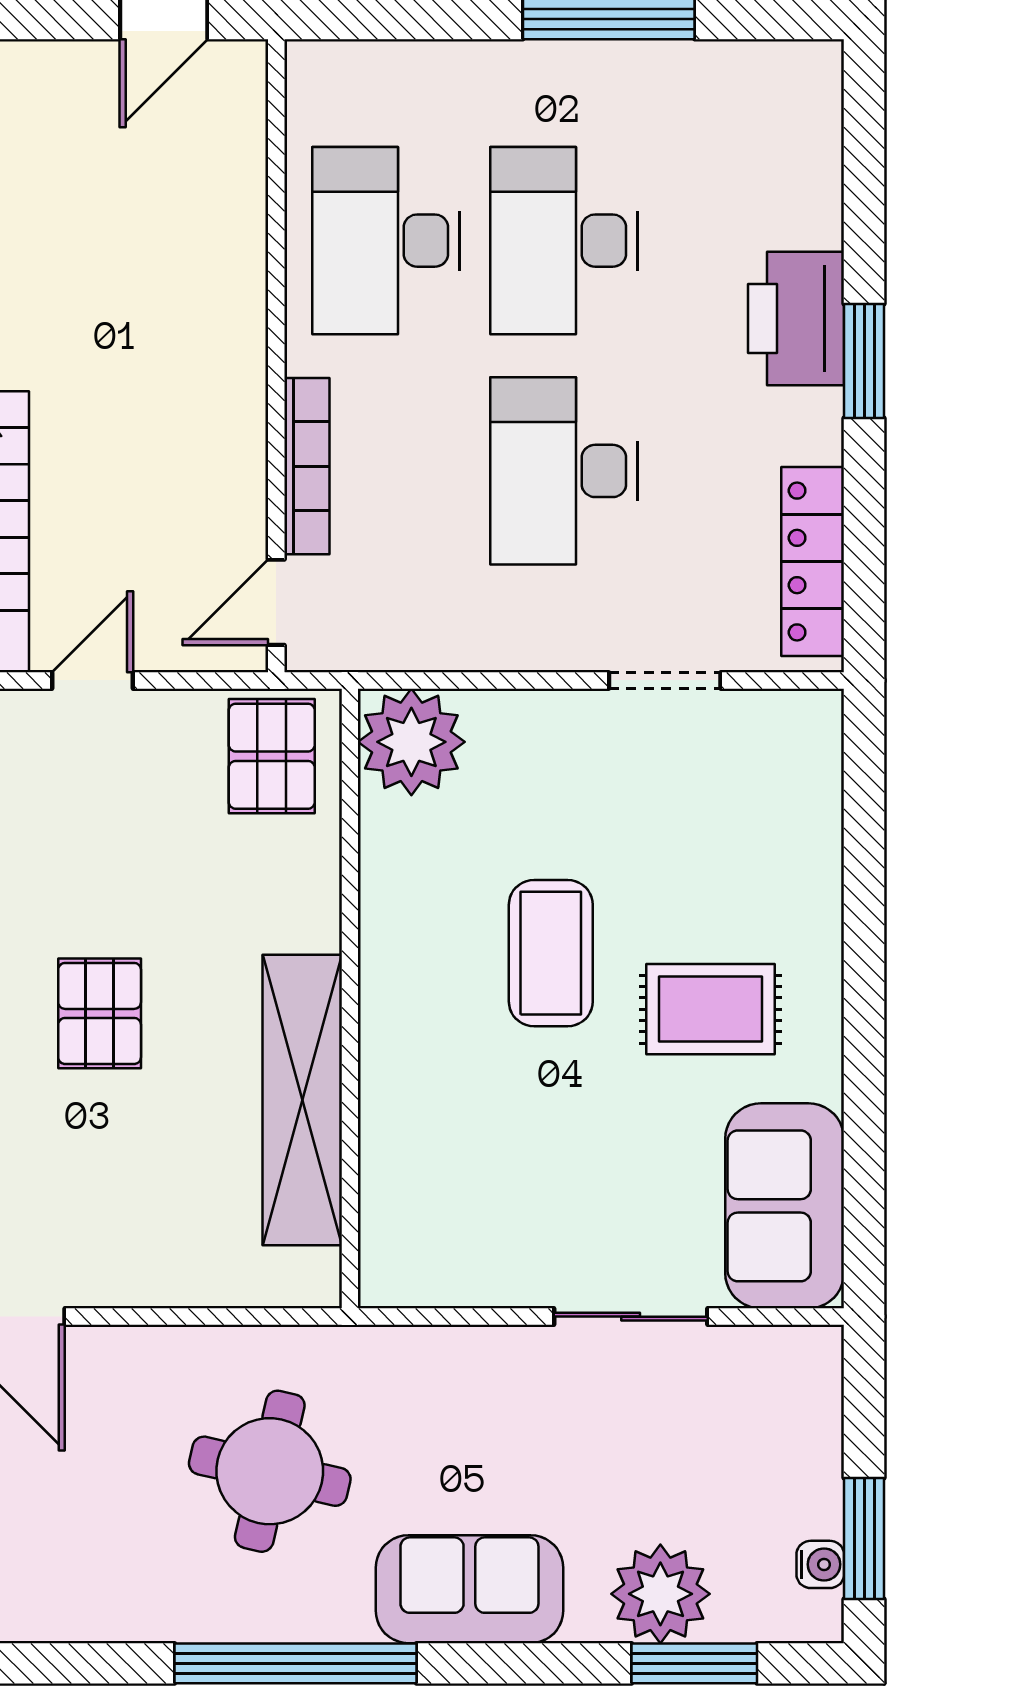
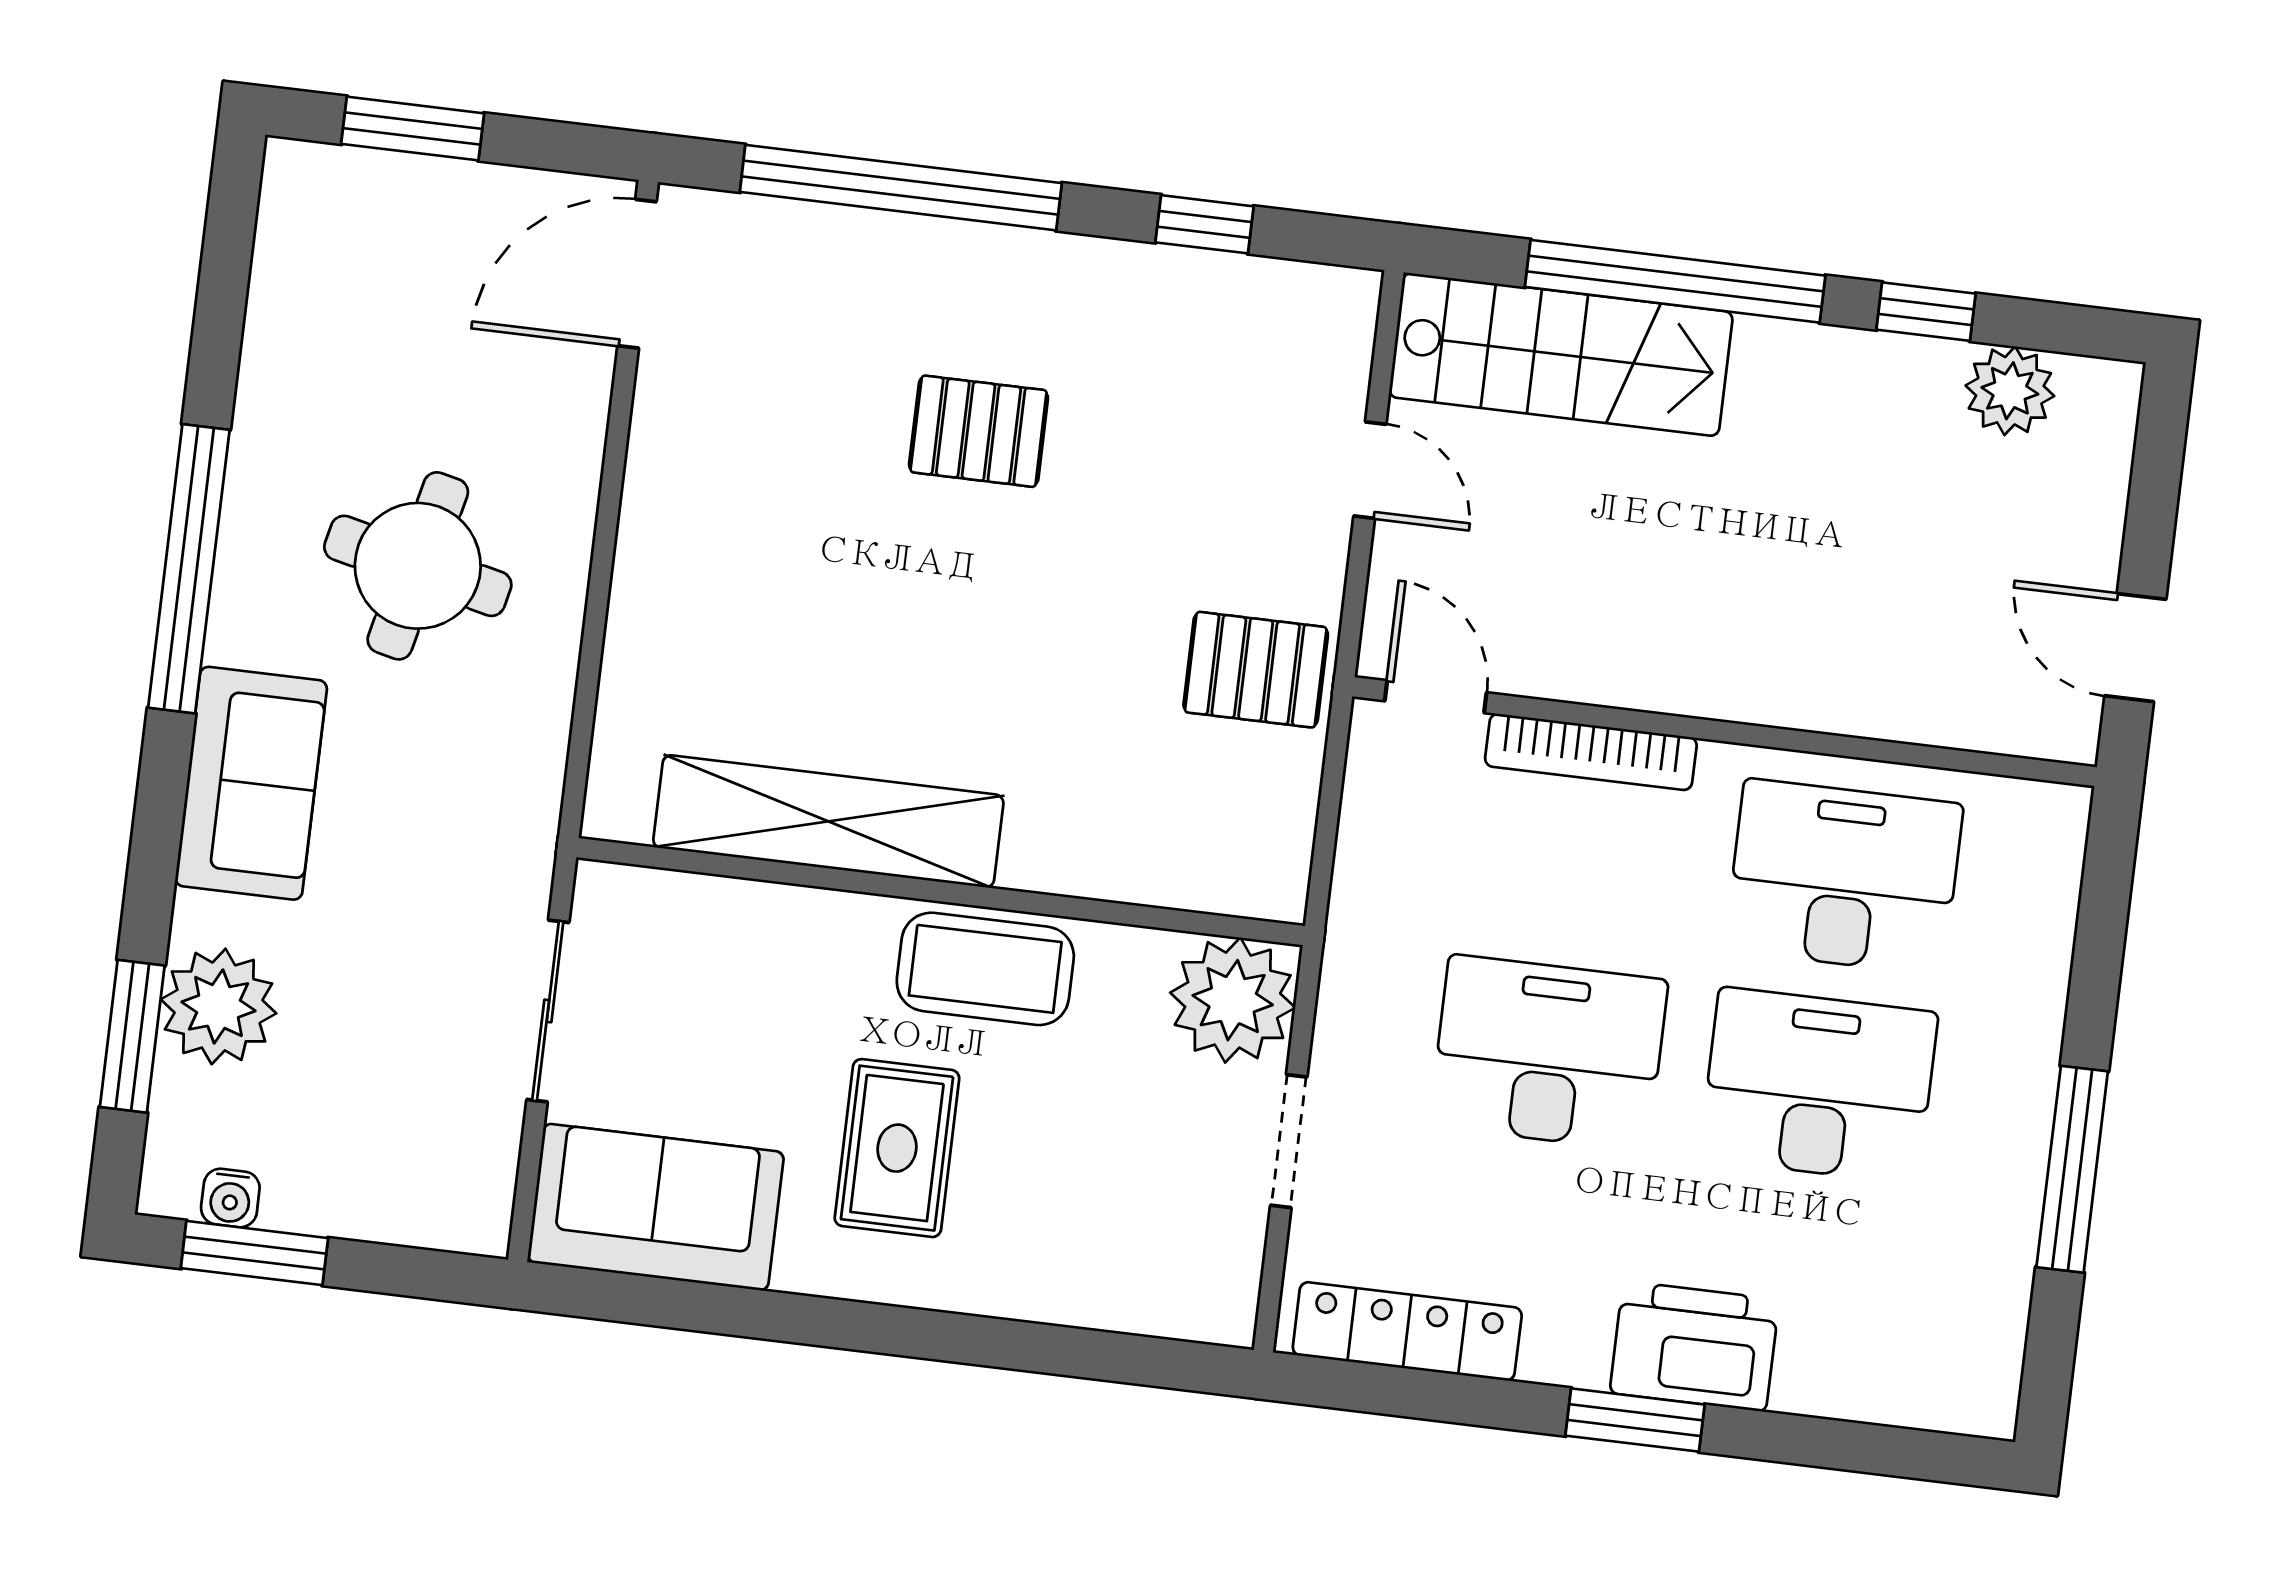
plant: (411, 742) -> (1233, 1000), moved
wall: (350, 999) -> (941, 892), moved
shelving: (302, 1100) -> (828, 821), moved

